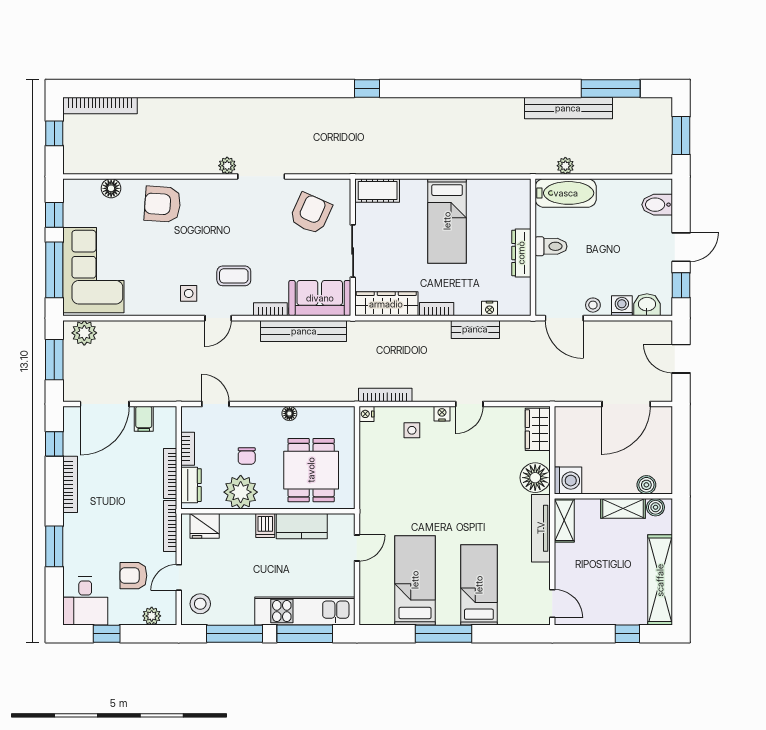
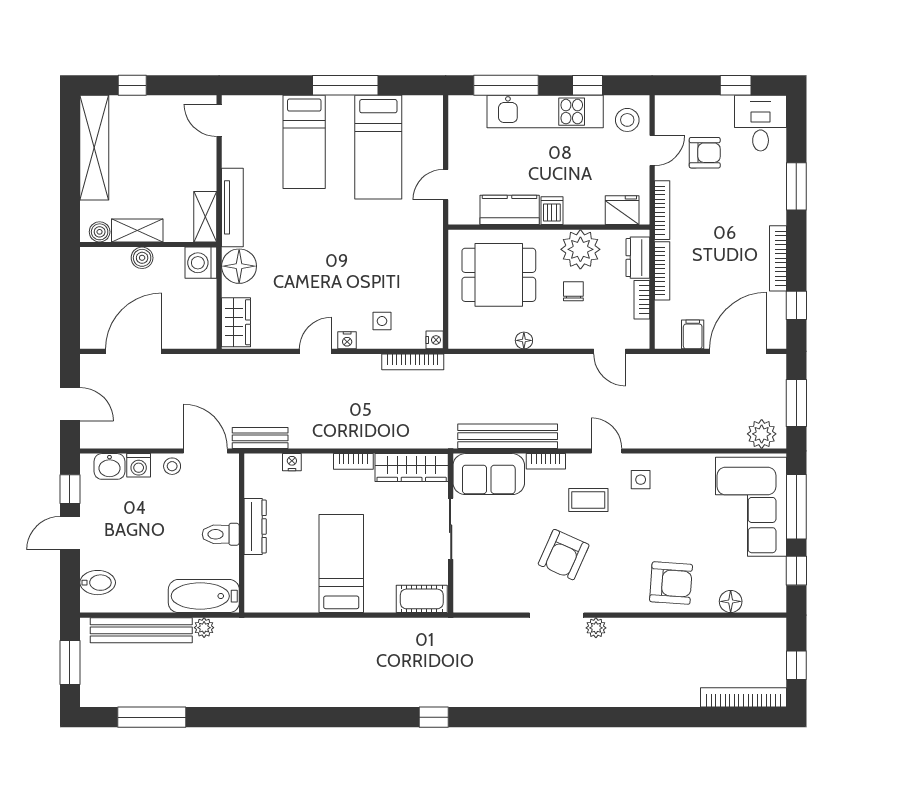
bench: (568, 108) -> (141, 630), moved
armchair: (311, 213) -> (564, 555), moved
door: (218, 318) -> (607, 451), hinge flipped
bench: (475, 329) -> (260, 438), moved
dining table: (311, 470) -> (499, 275), turned 90
boiler: (646, 485) -> (142, 258), moved
kitchen unit: (305, 611) -> (545, 112), moved
plant: (152, 616) -> (684, 106), removed
window: (235, 634) -> (587, 85), width x0.46

